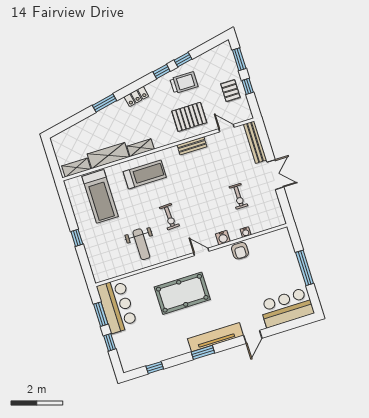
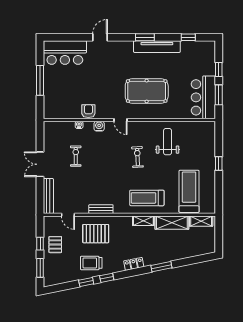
tv unit: (215, 337) -> (157, 47), moved

